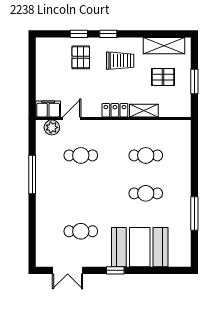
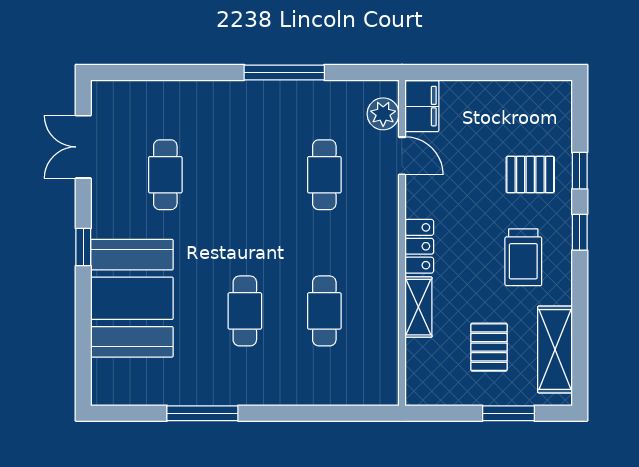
window: (194, 81) -> (508, 413), moved

